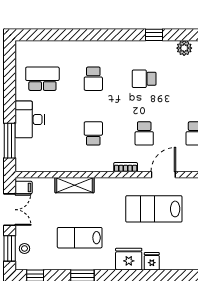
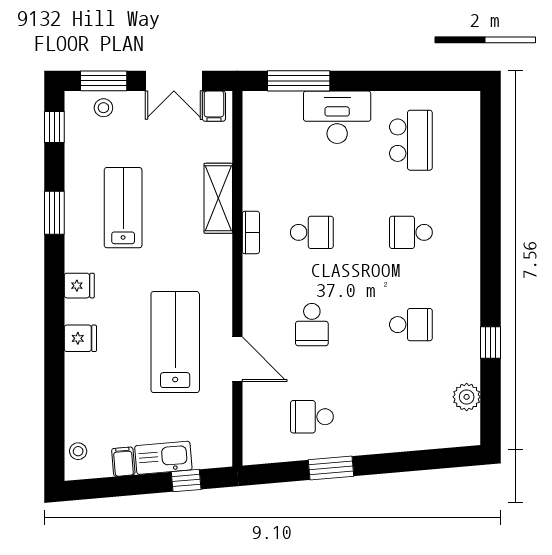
school desk: (144, 79) -> (411, 325), turned 90
school desk: (144, 133) -> (312, 325), turned -90
bookcase: (126, 167) -> (251, 232), moved
fridge: (129, 259) -> (79, 286), width x0.53, depth x0.75

